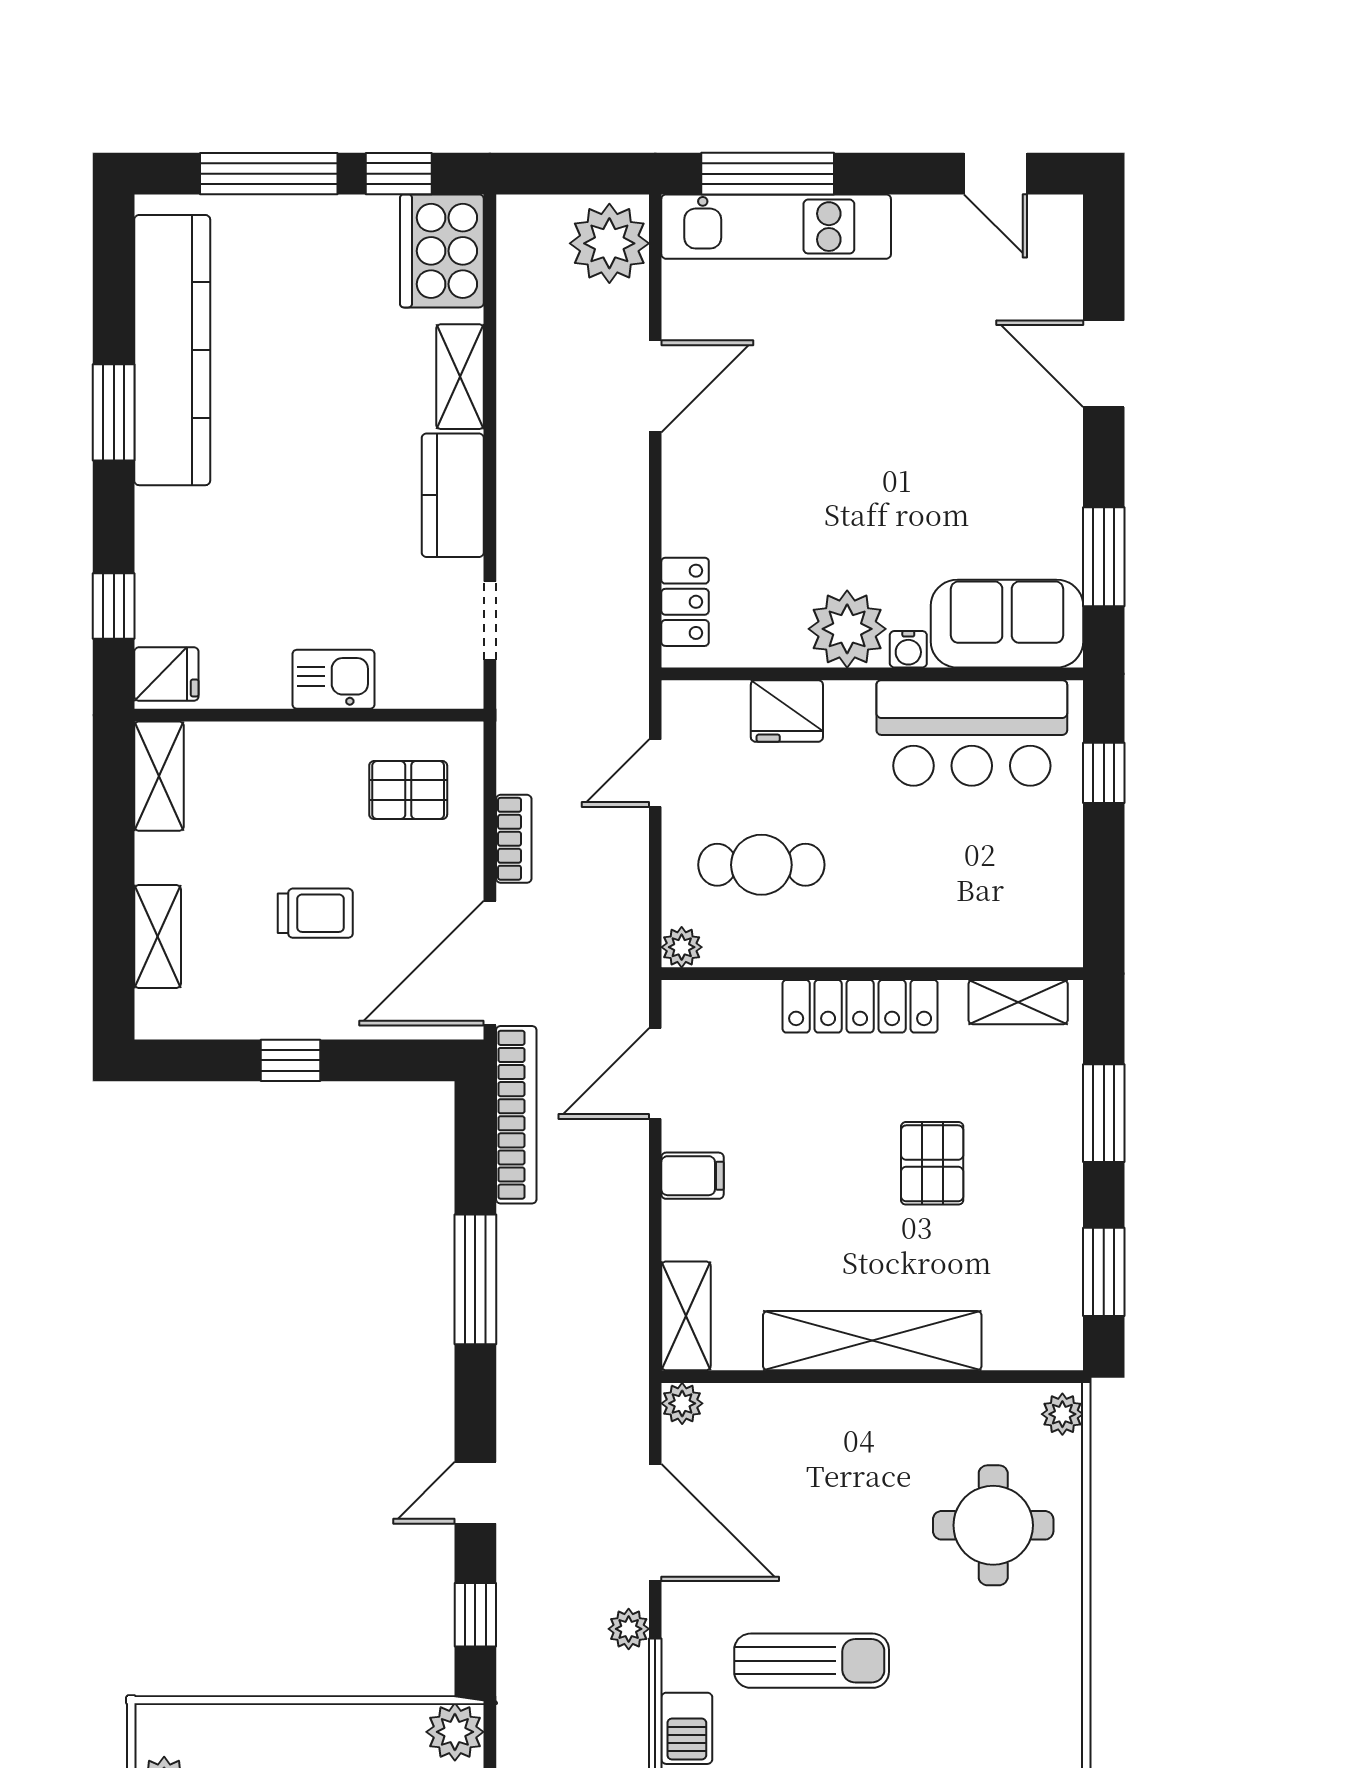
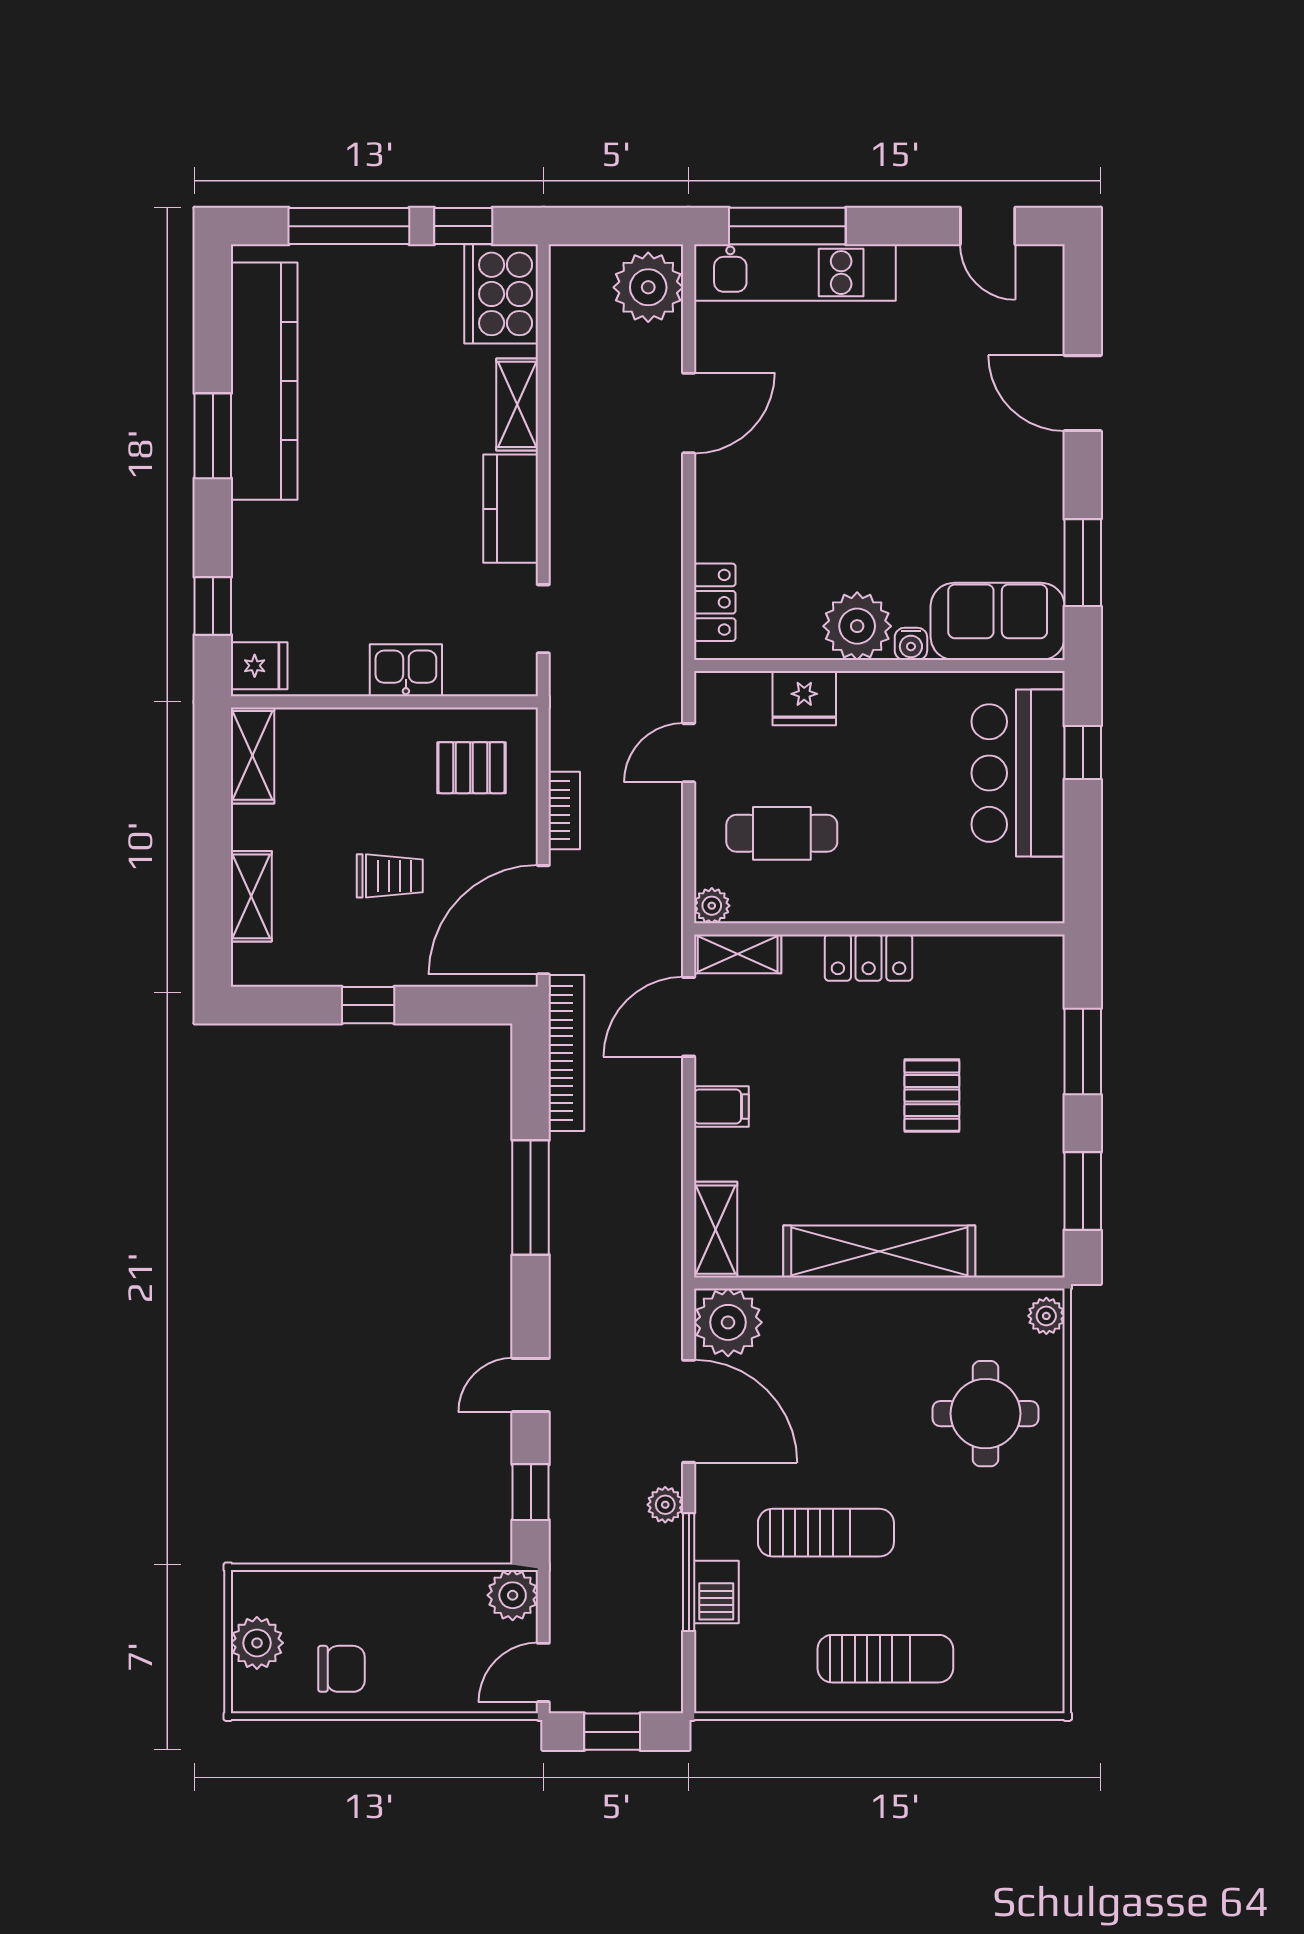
bar counter: (972, 733) -> (1018, 773), moved, turned 90
shelving: (1018, 1002) -> (738, 954), moved
locker: (860, 1006) -> (869, 958), width x0.66
plant: (682, 1403) -> (728, 1322), width x1.87, depth x1.87

